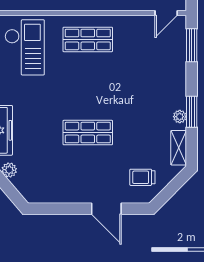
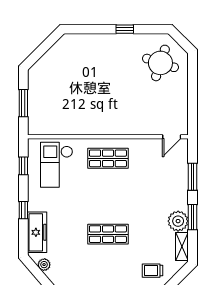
window: (192, 45) -> (193, 177), moved
checkout: (25, 47) -> (57, 165), turned 180
plant: (180, 117) -> (178, 221), width x1.88, depth x1.88

